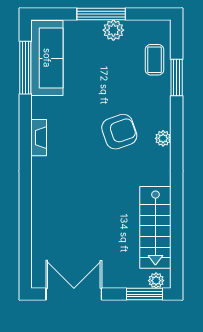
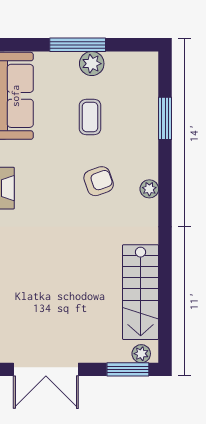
coffee table: (154, 60) -> (90, 117), moved
armchair: (119, 132) -> (99, 181), width x0.72, depth x0.72
double door: (74, 294) -> (46, 369), swing flipped

